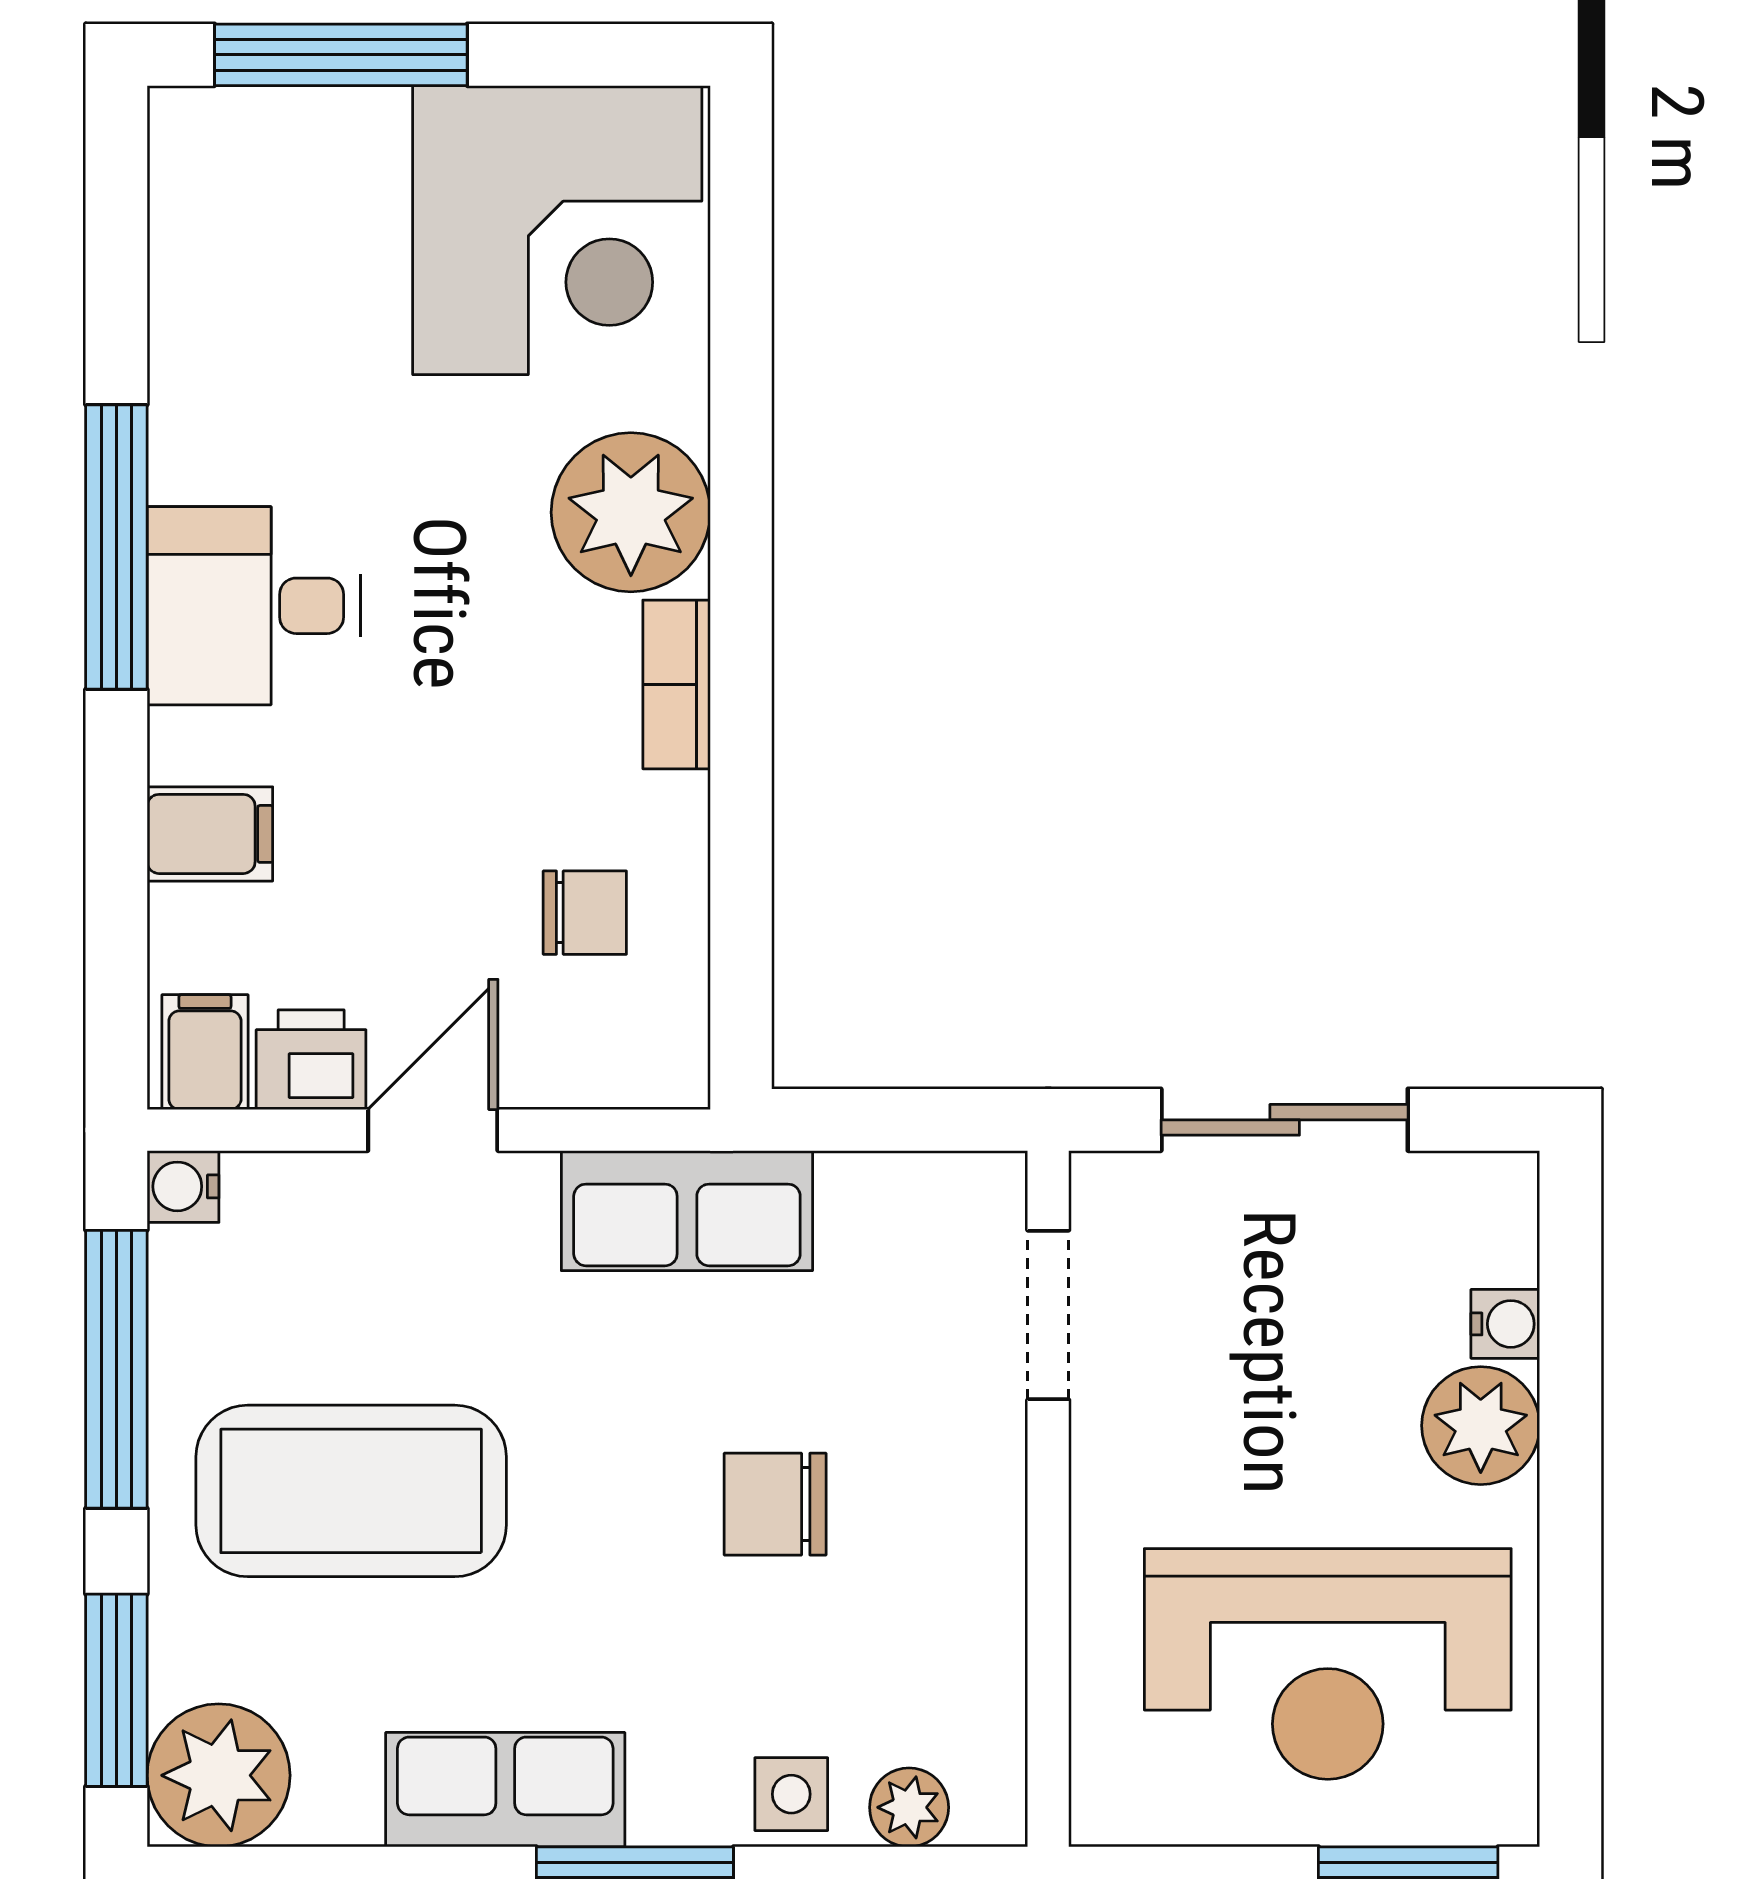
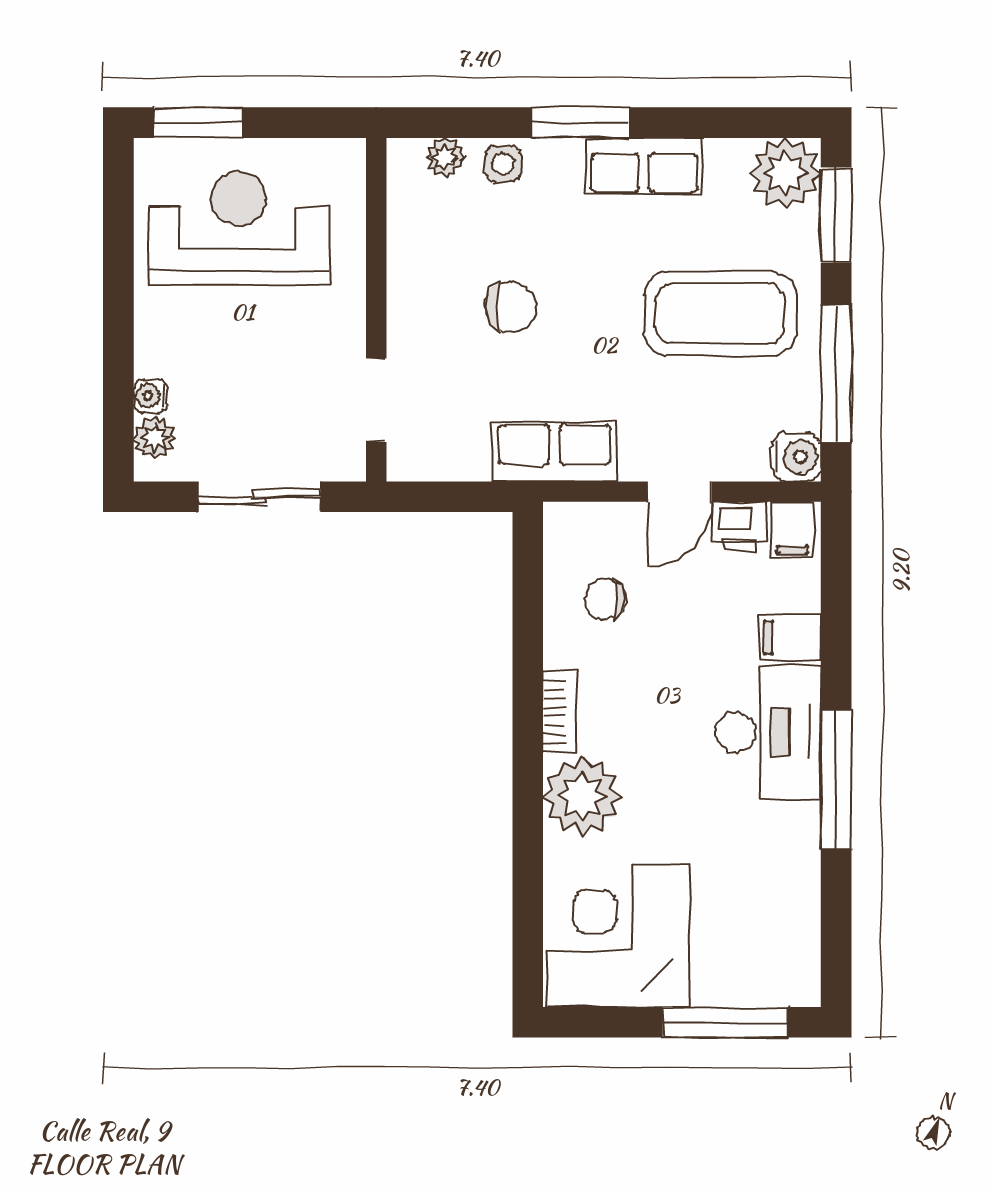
desk: (254, 606) -> (768, 732), width x1.37
water cooler: (183, 1186) -> (796, 457), width x1.38, depth x1.38
plant: (1481, 1426) -> (155, 438), moved, width x0.73, depth x0.73

